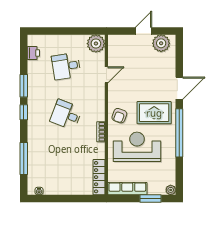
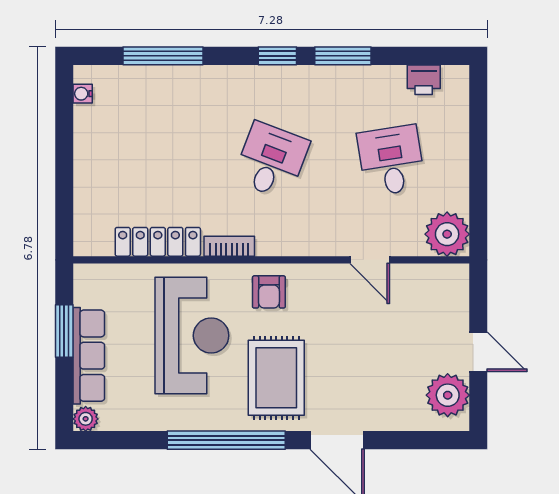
armchair: (119, 116) -> (269, 292), turned -110
locker: (99, 177) -> (158, 242), moved
row of seats: (127, 189) -> (89, 356), moved
window: (151, 199) -> (64, 331), moved

